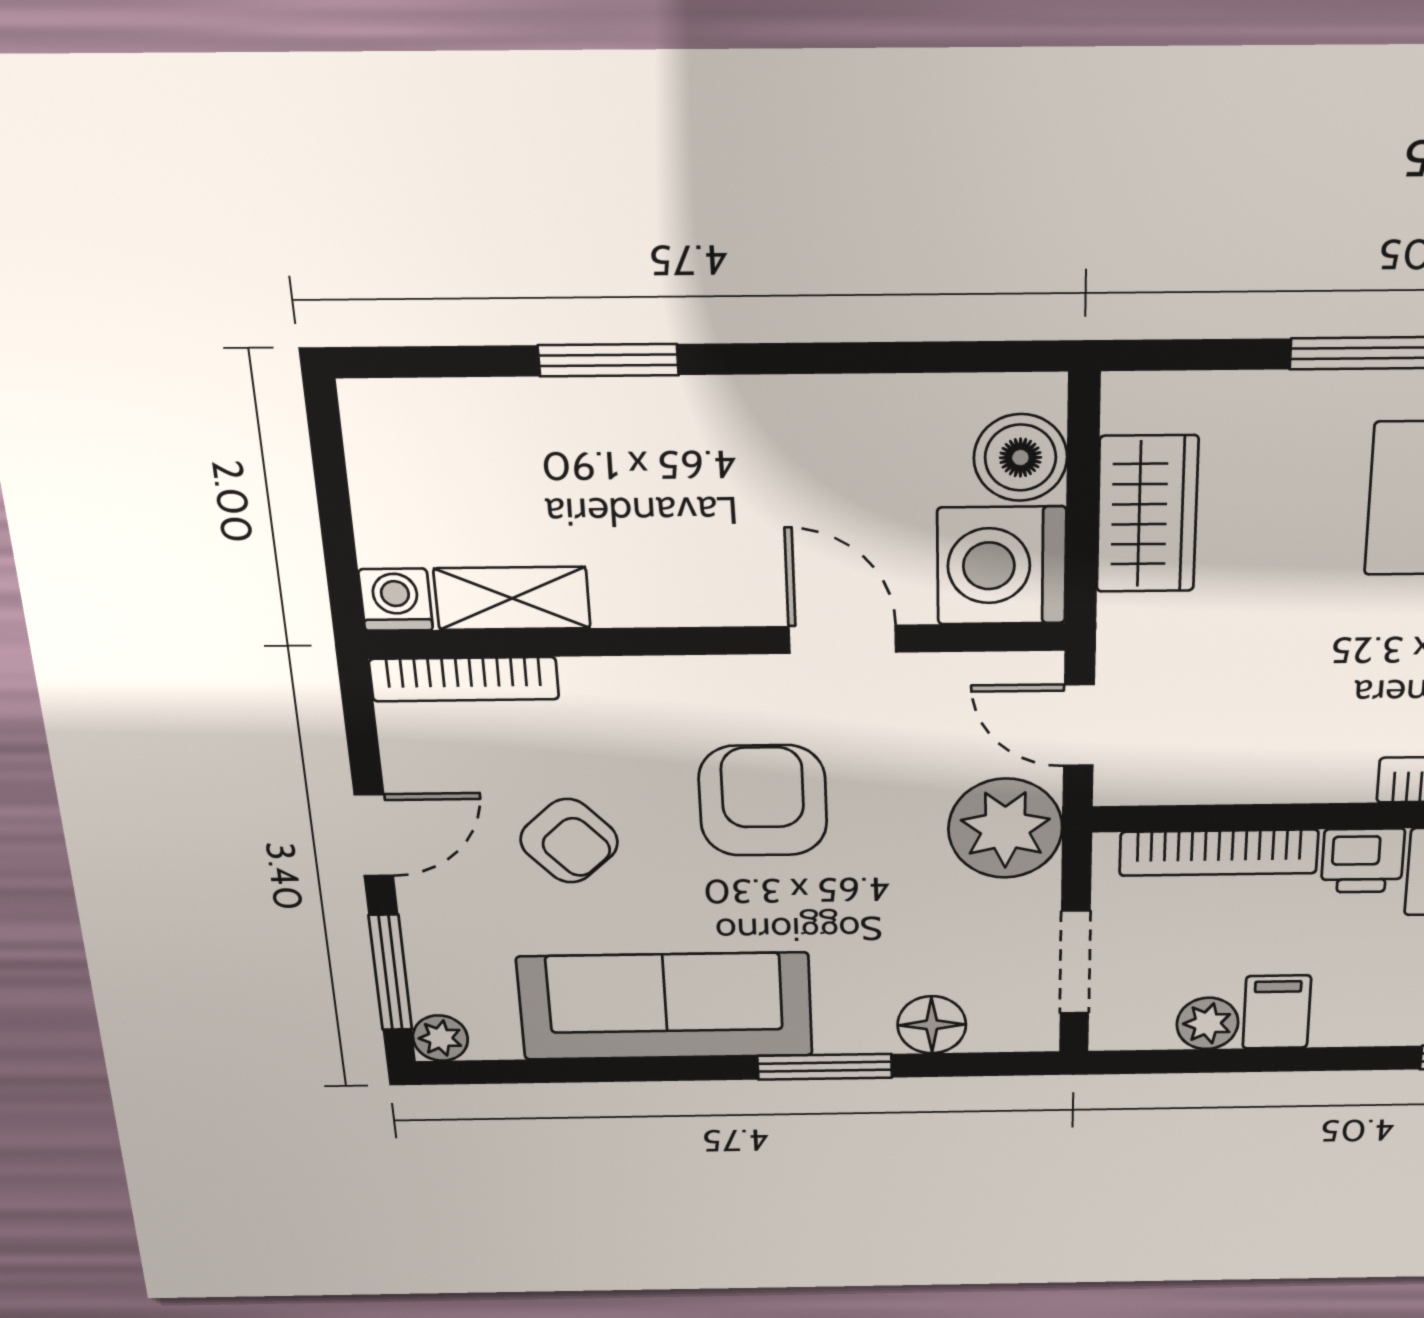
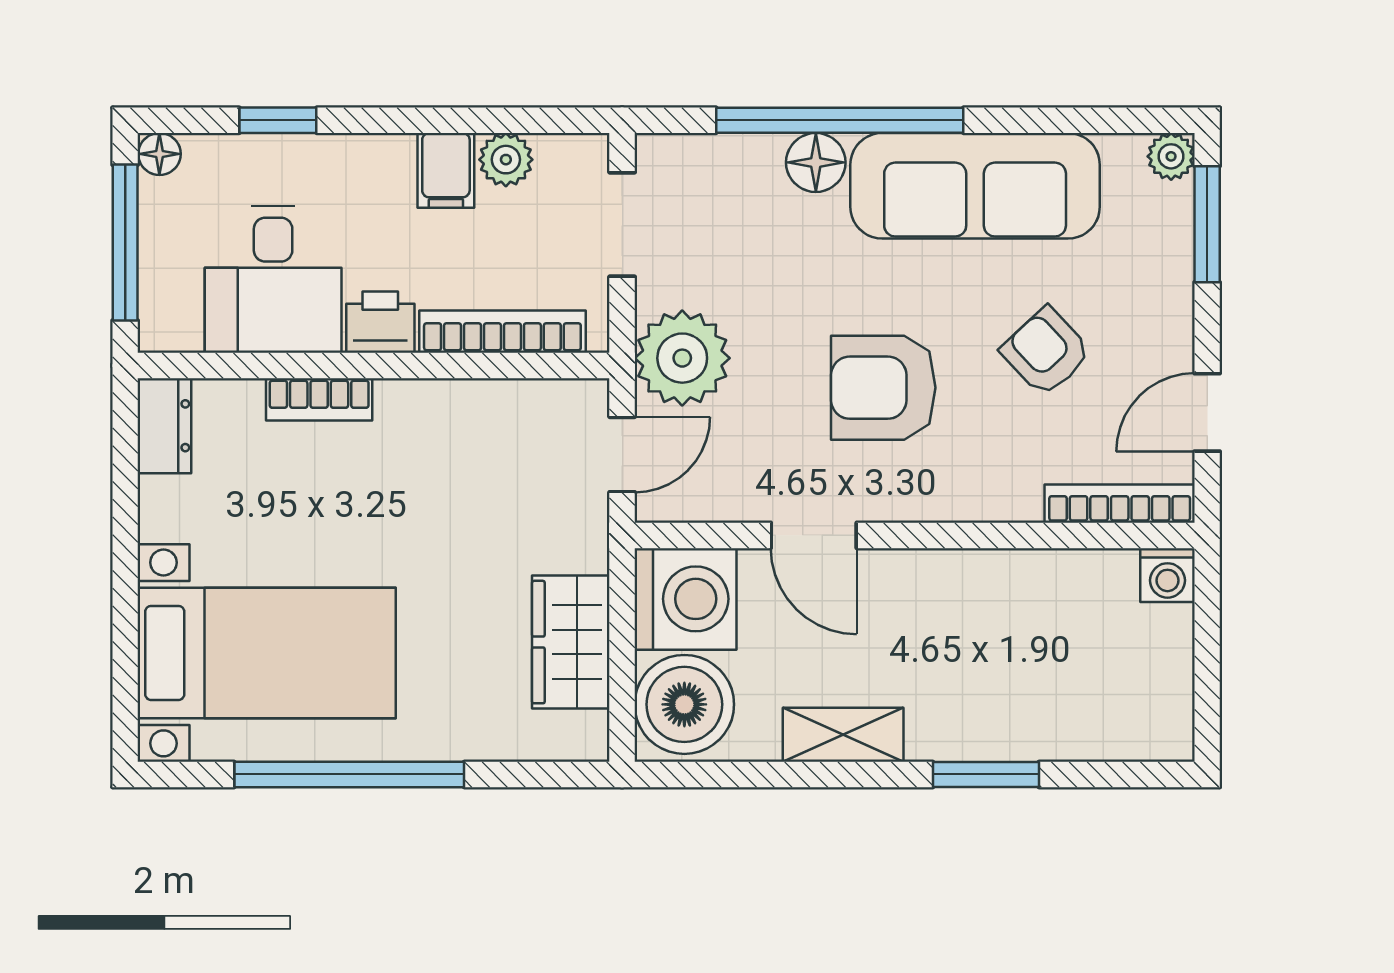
boiler: (1020, 458) -> (684, 704), width x1.37, depth x1.37
shelving: (512, 598) -> (843, 735), moved
door: (1079, 725) -> (622, 455), hinge flipped
armchair: (763, 801) -> (883, 388), turned 90
door: (374, 835) -> (1207, 412), moved
floor lamp: (932, 1025) -> (816, 162), moved
window: (825, 1067) -> (840, 120), width x2.11

